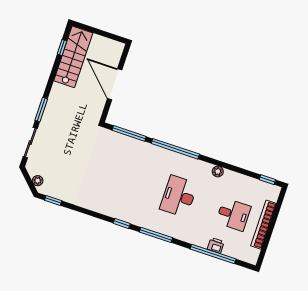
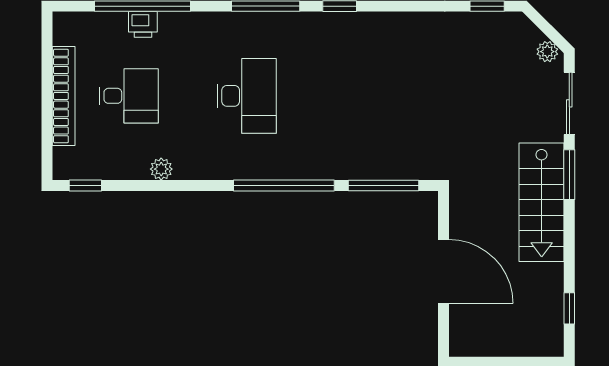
stairs: (73, 57) -> (542, 202), moved
plant: (218, 172) -> (161, 169), moved
plant: (38, 181) -> (547, 52), moved
desk: (233, 215) -> (129, 96), turned 180

